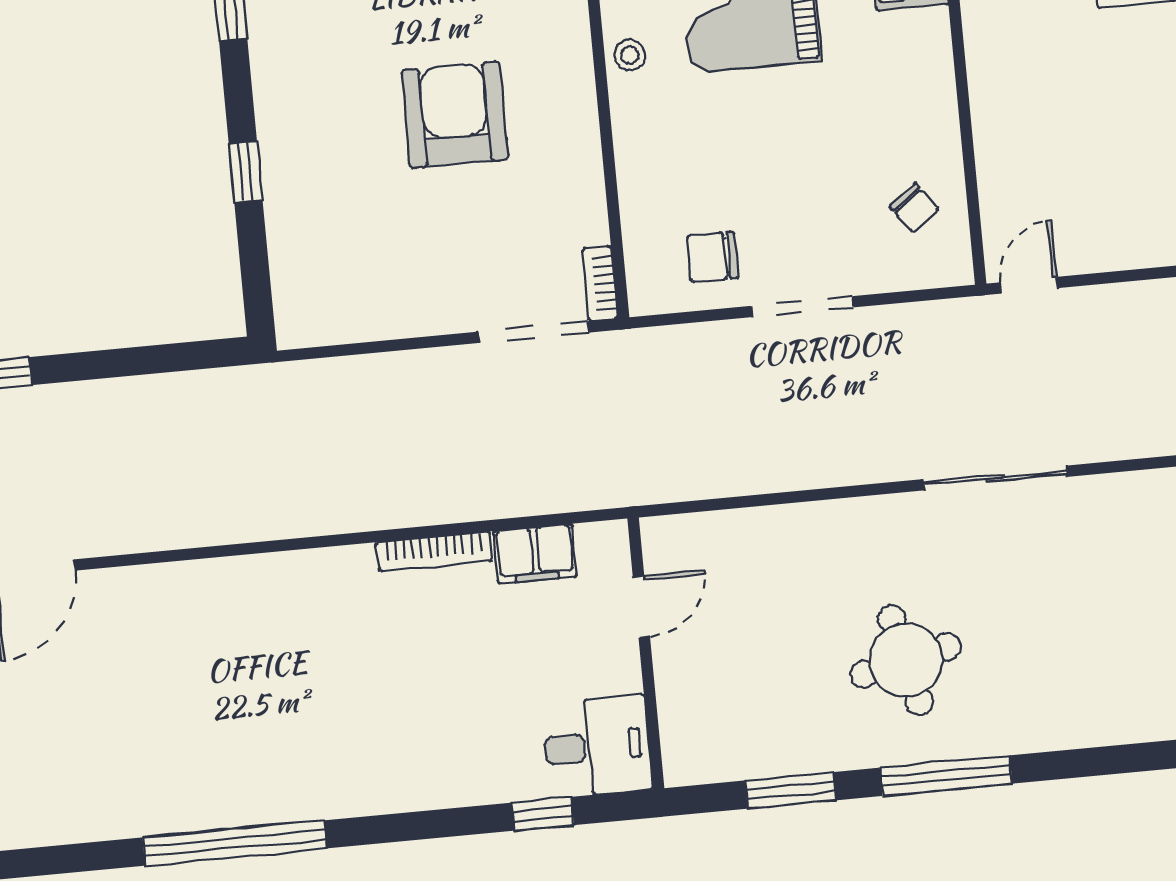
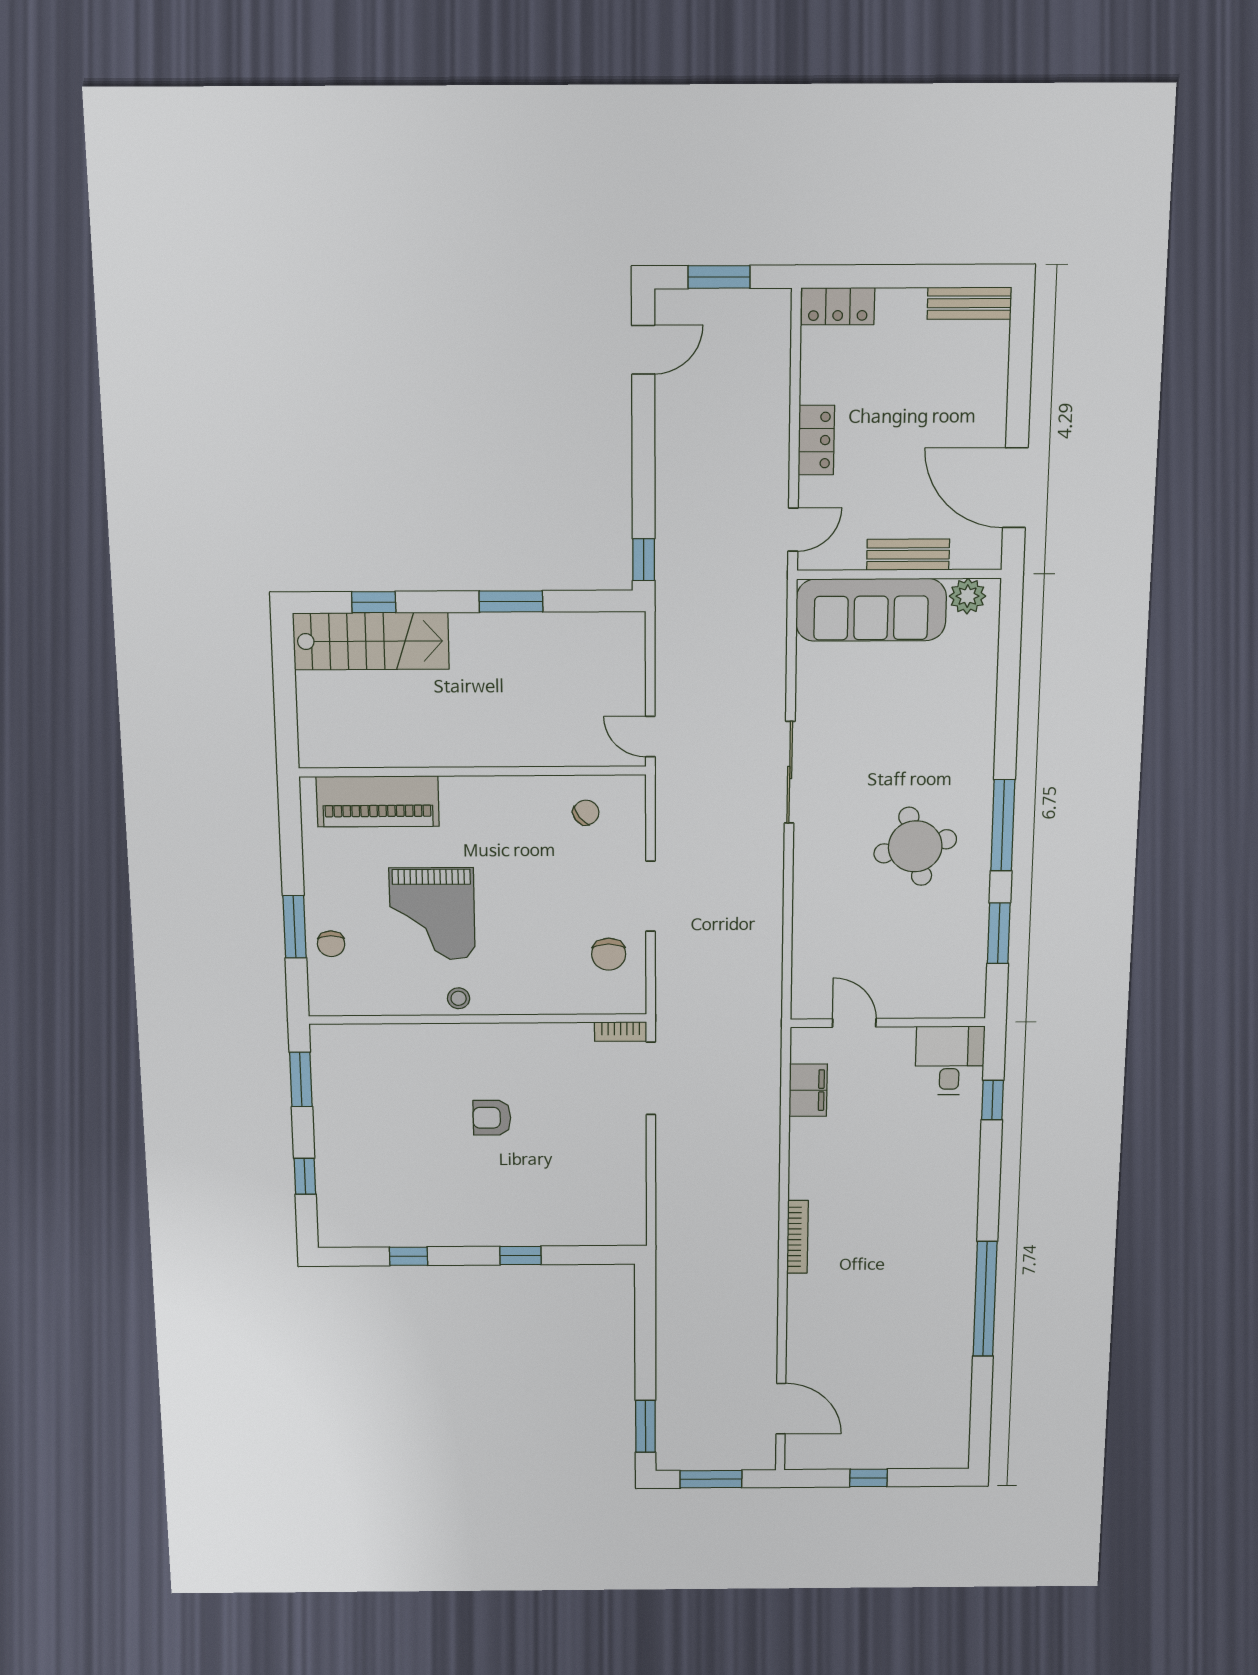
armchair: (455, 115) -> (492, 1118), width x0.53, depth x0.53
bookcase: (434, 551) -> (797, 1237), moved

